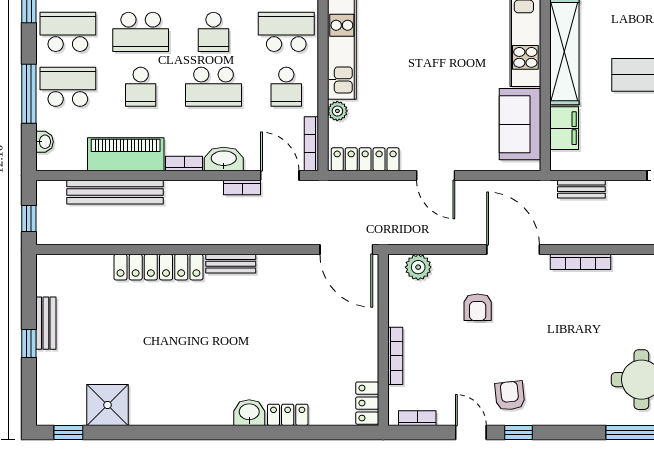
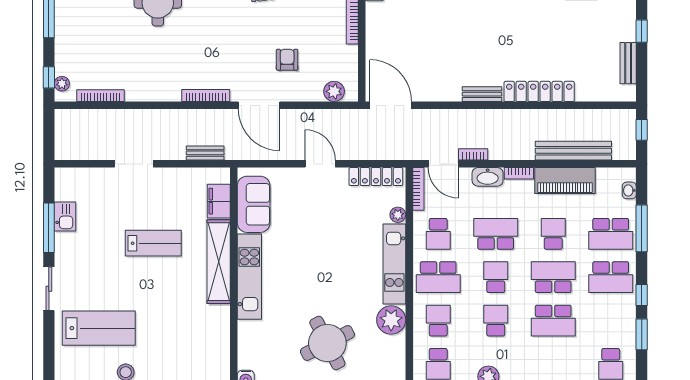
school desk: (286, 87) -> (438, 234), turned 180
bench: (46, 323) -> (628, 63), moved

